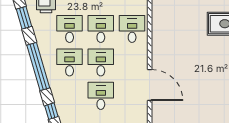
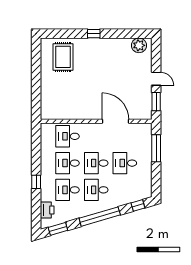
door: (150, 85) -> (116, 121), hinge flipped

